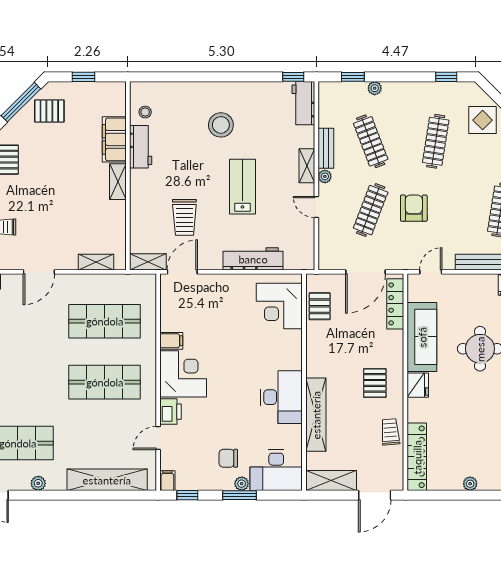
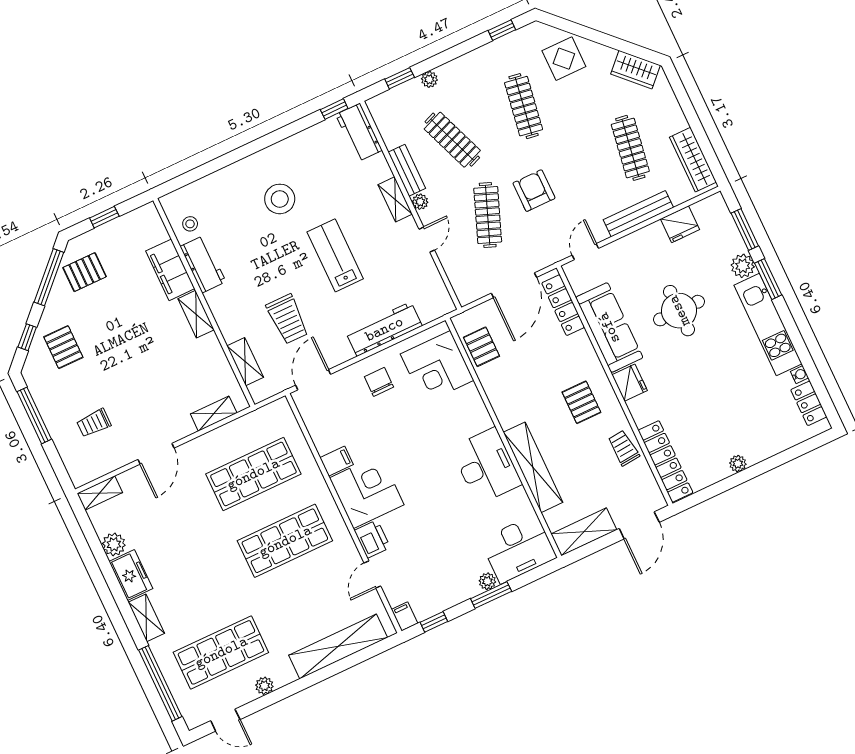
door: (316, 207) -> (427, 240), swing flipped
shelving: (148, 262) -> (245, 362), moved, turned 90
chair: (228, 458) -> (379, 382), moved, turned 90

